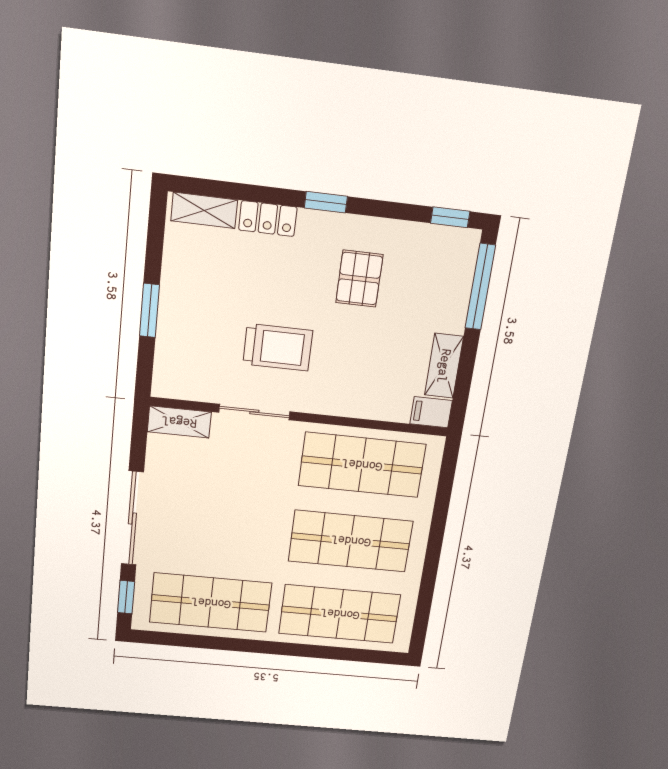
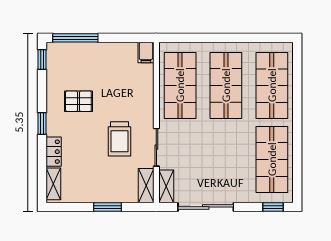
trolley: (278, 347) -> (120, 139), turned 180
shelving: (444, 366) -> (146, 186), moved, turned 90
sliding door: (132, 519) -> (206, 207), moved

